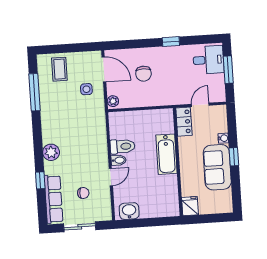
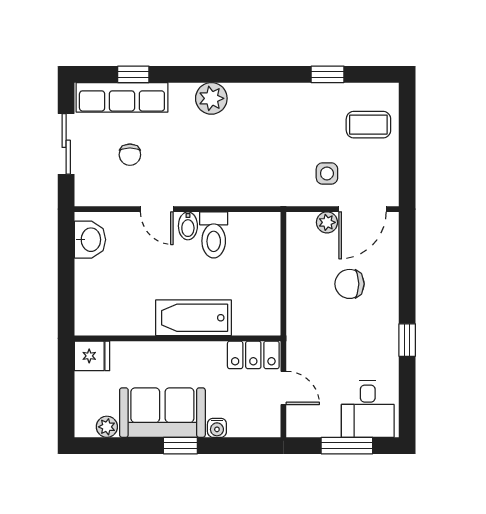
window: (35, 92) -> (328, 74), width x0.46
plant: (113, 101) -> (327, 222), moved
window: (40, 180) -> (133, 74), moved
plant: (227, 196) -> (107, 427), added

